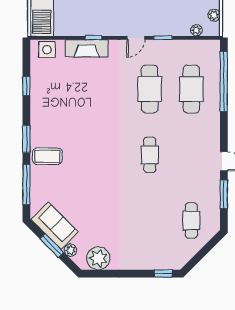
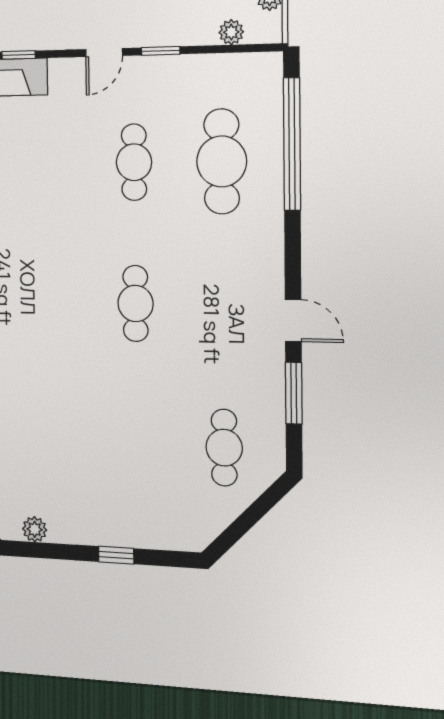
cafe table: (150, 89) -> (134, 162), width x0.73, depth x0.74
plant: (98, 258) -> (35, 529), width x0.53, depth x0.53
window: (163, 274) -> (116, 555), moved

